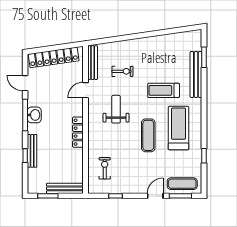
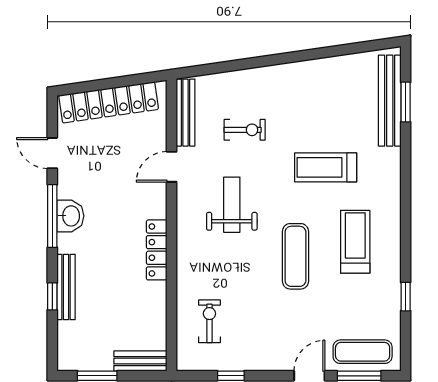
bench: (196, 74) -> (390, 101), moved
treadmill: (179, 128) -> (355, 242), width x0.73, depth x0.73
bench: (65, 188) -> (140, 361), width x0.73

